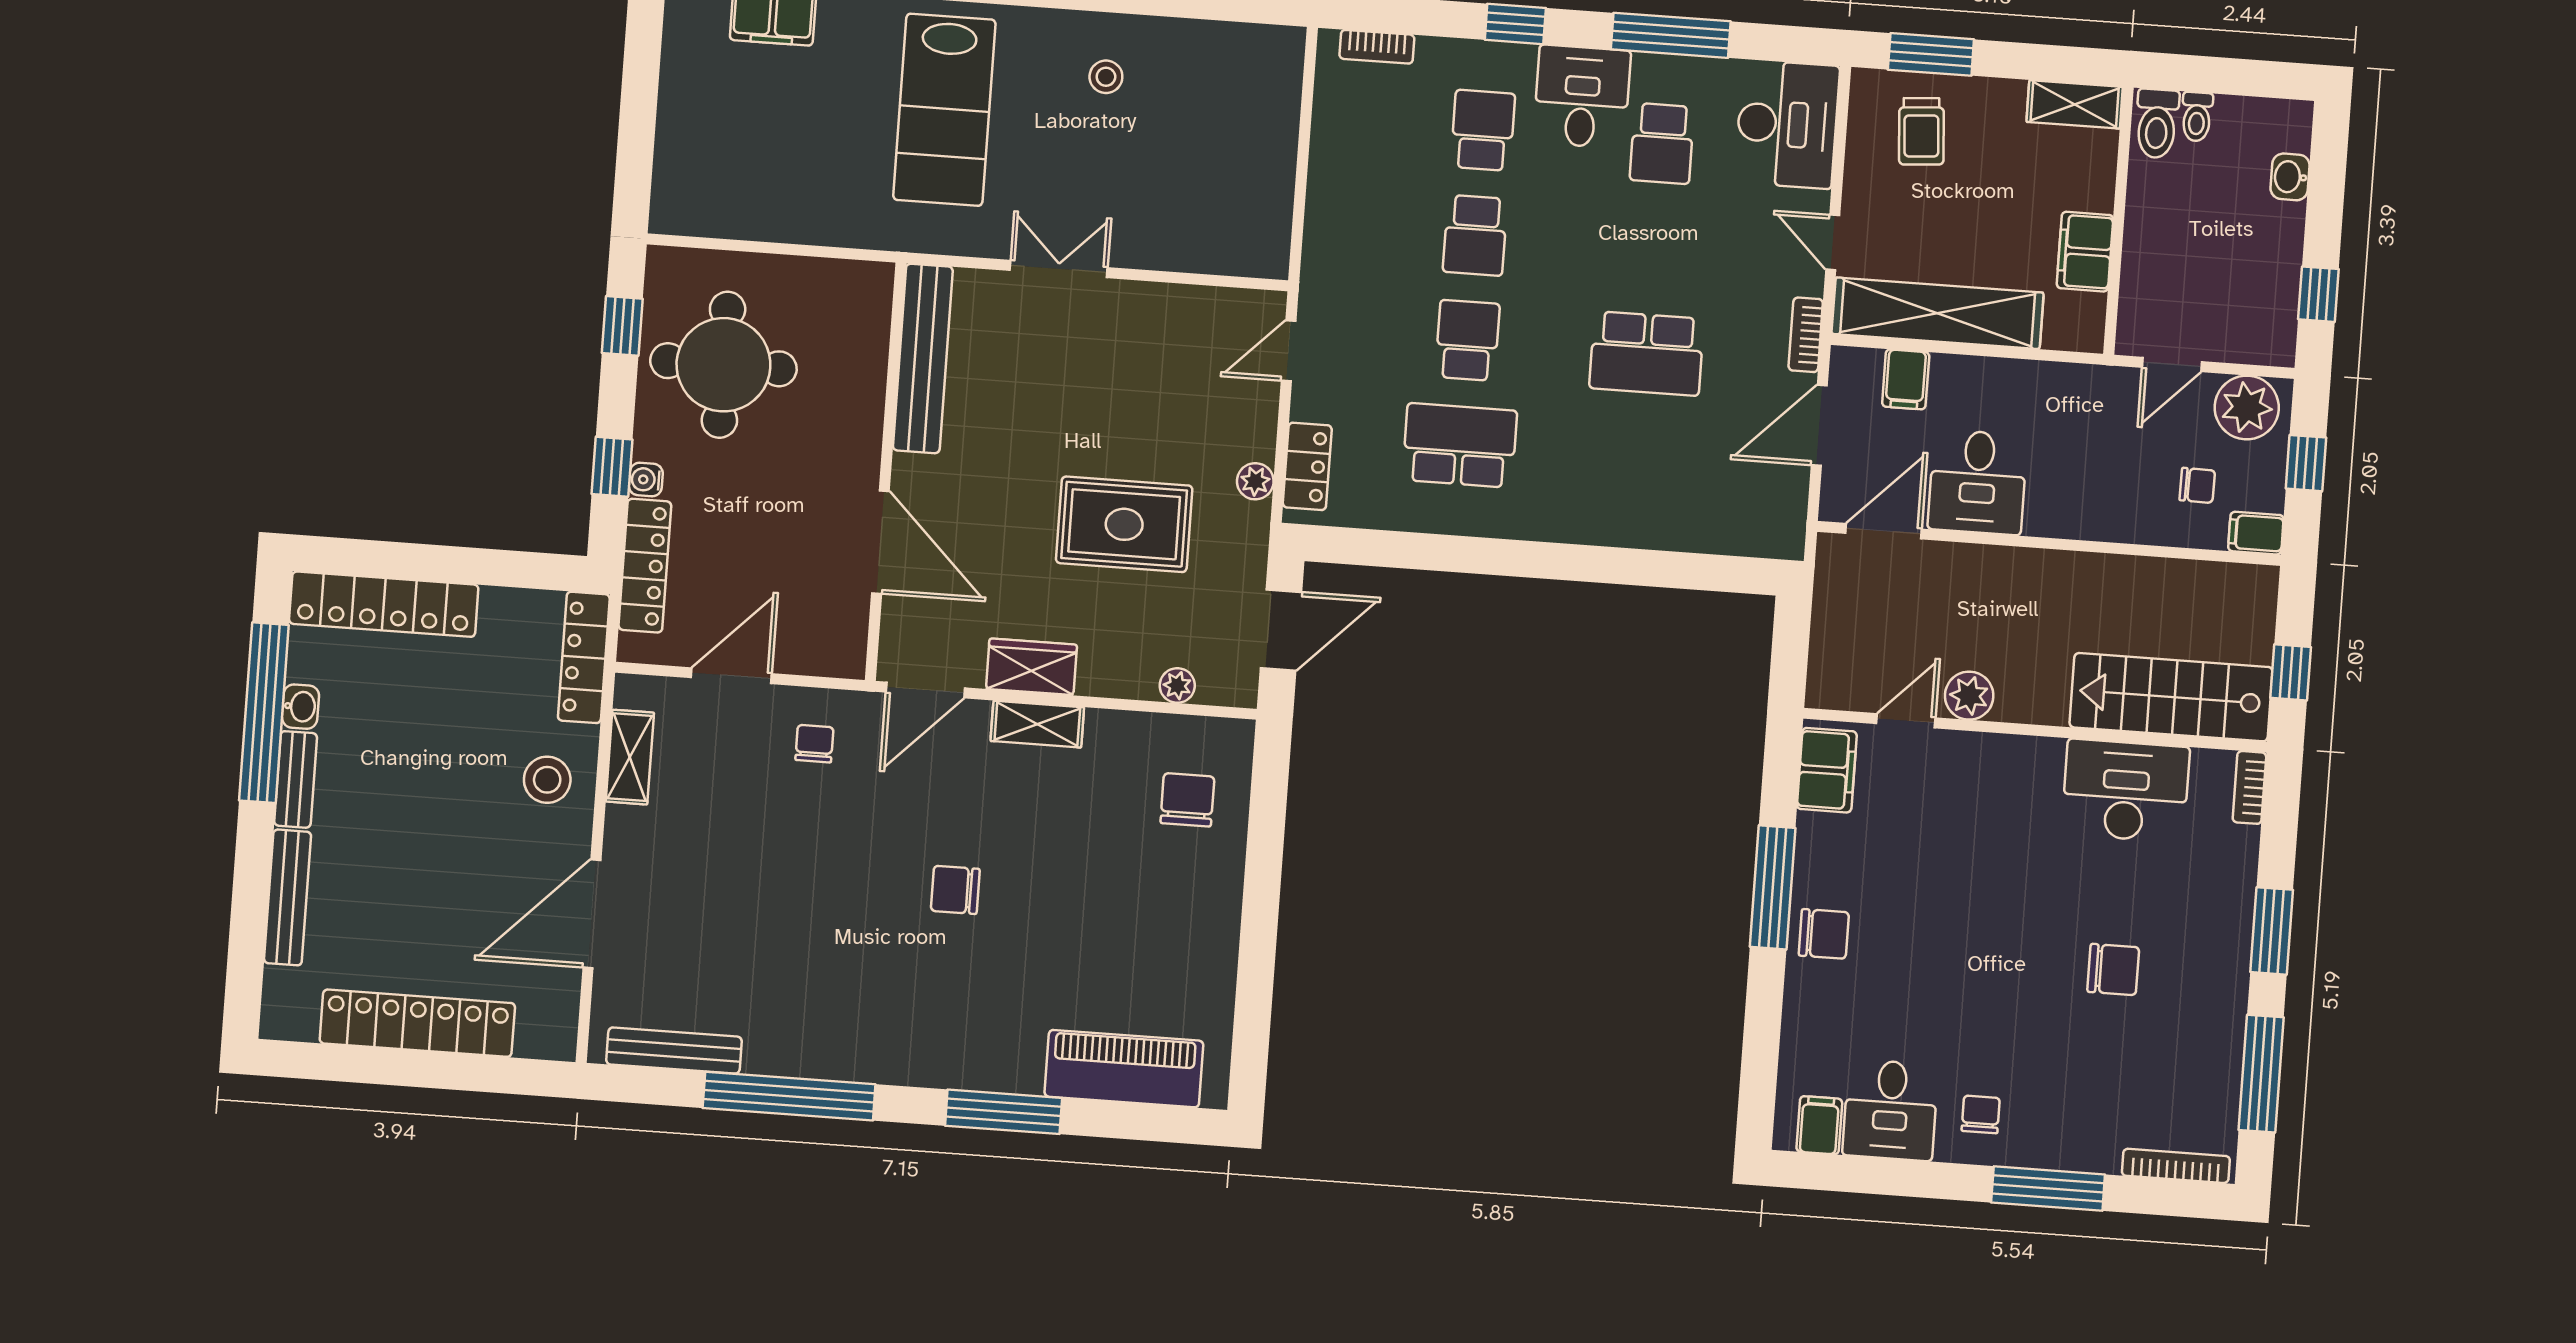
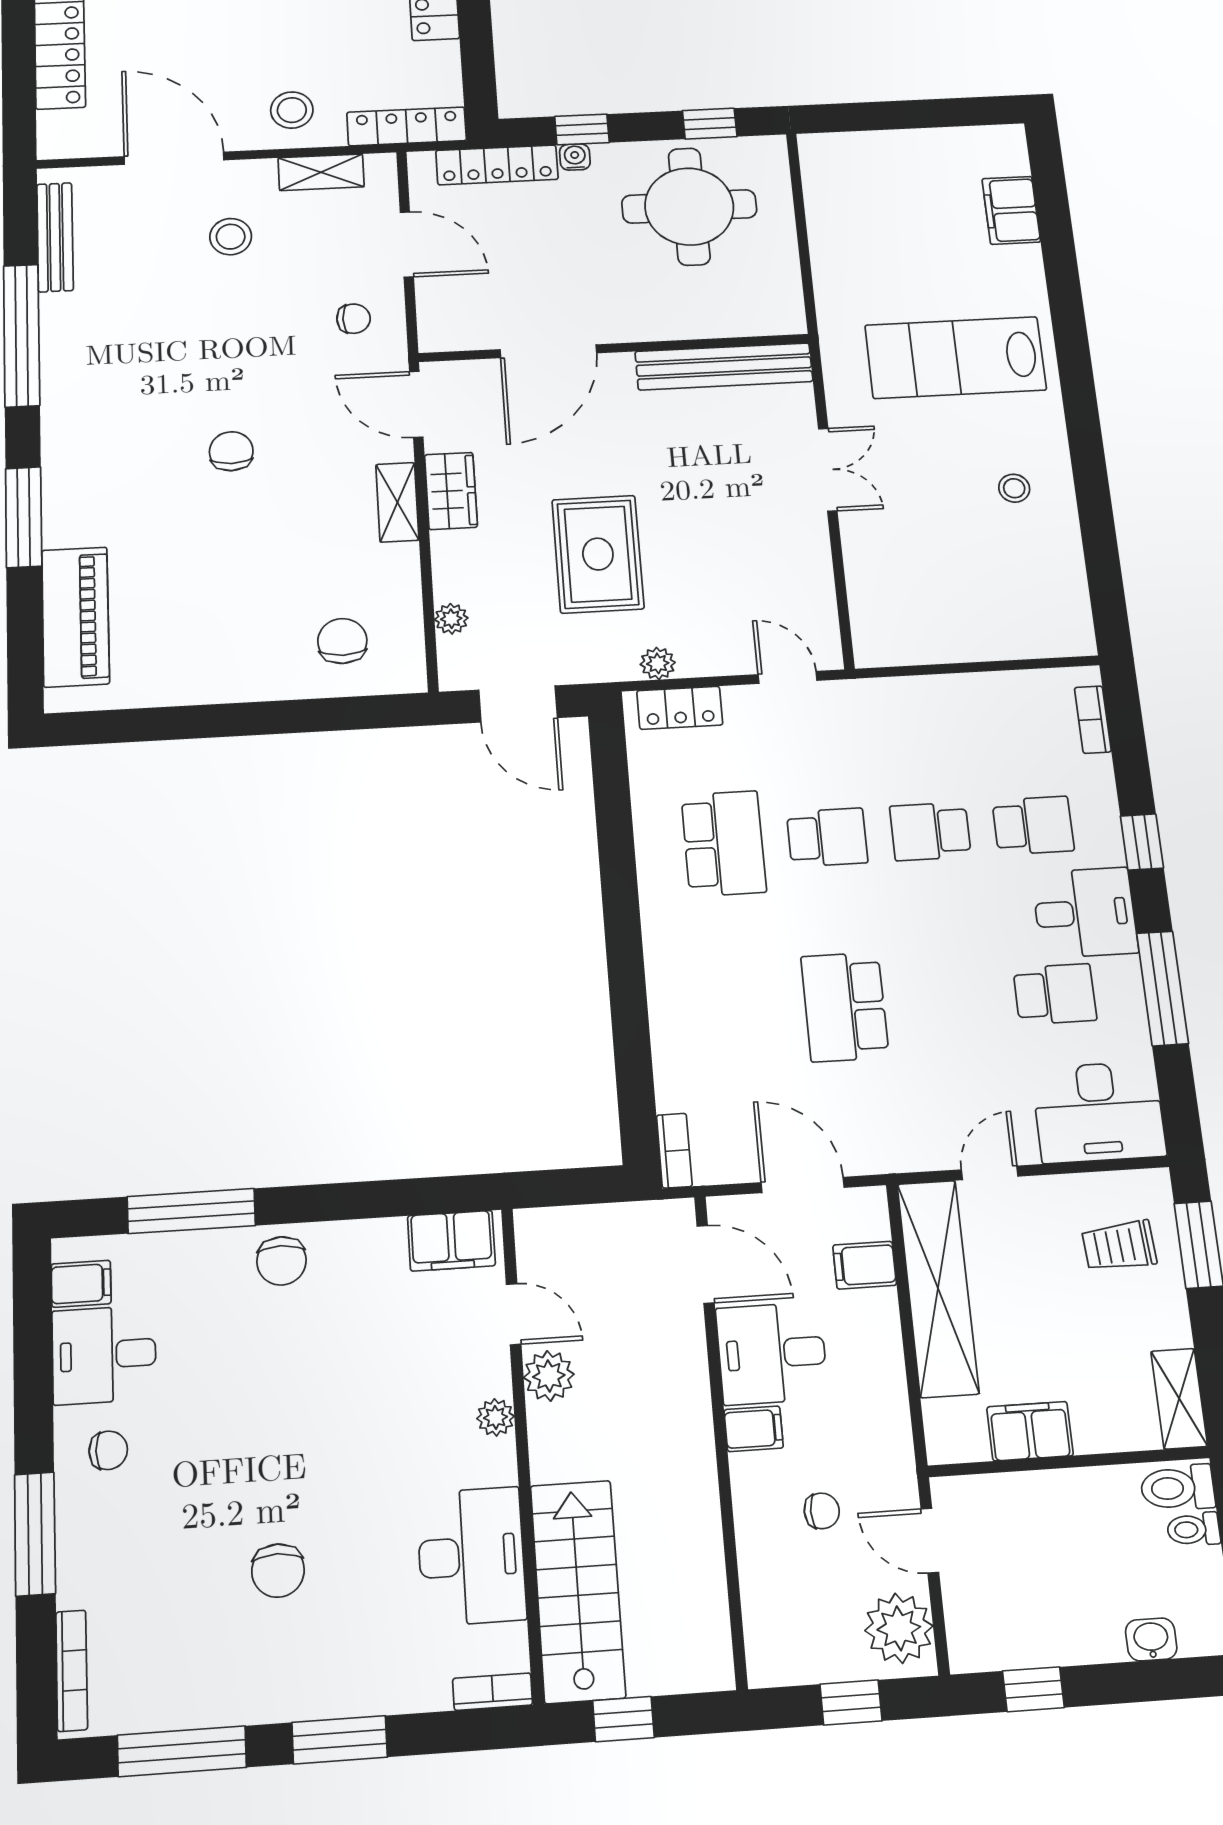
school desk: (1662, 143) -> (1055, 994), turned 180
bookcase: (1806, 335) -> (674, 1151), moved, turned 90
chair: (2197, 485) -> (822, 1511), moved, turned -91
filing cabinet: (2256, 533) -> (754, 1429), moved, turned 90
plant: (2001, 751) -> (496, 1417), added
chair: (1187, 800) -> (342, 641), turned -90
stool: (697, 863) -> (231, 237), added
window: (1773, 887) -> (191, 1211), moved

